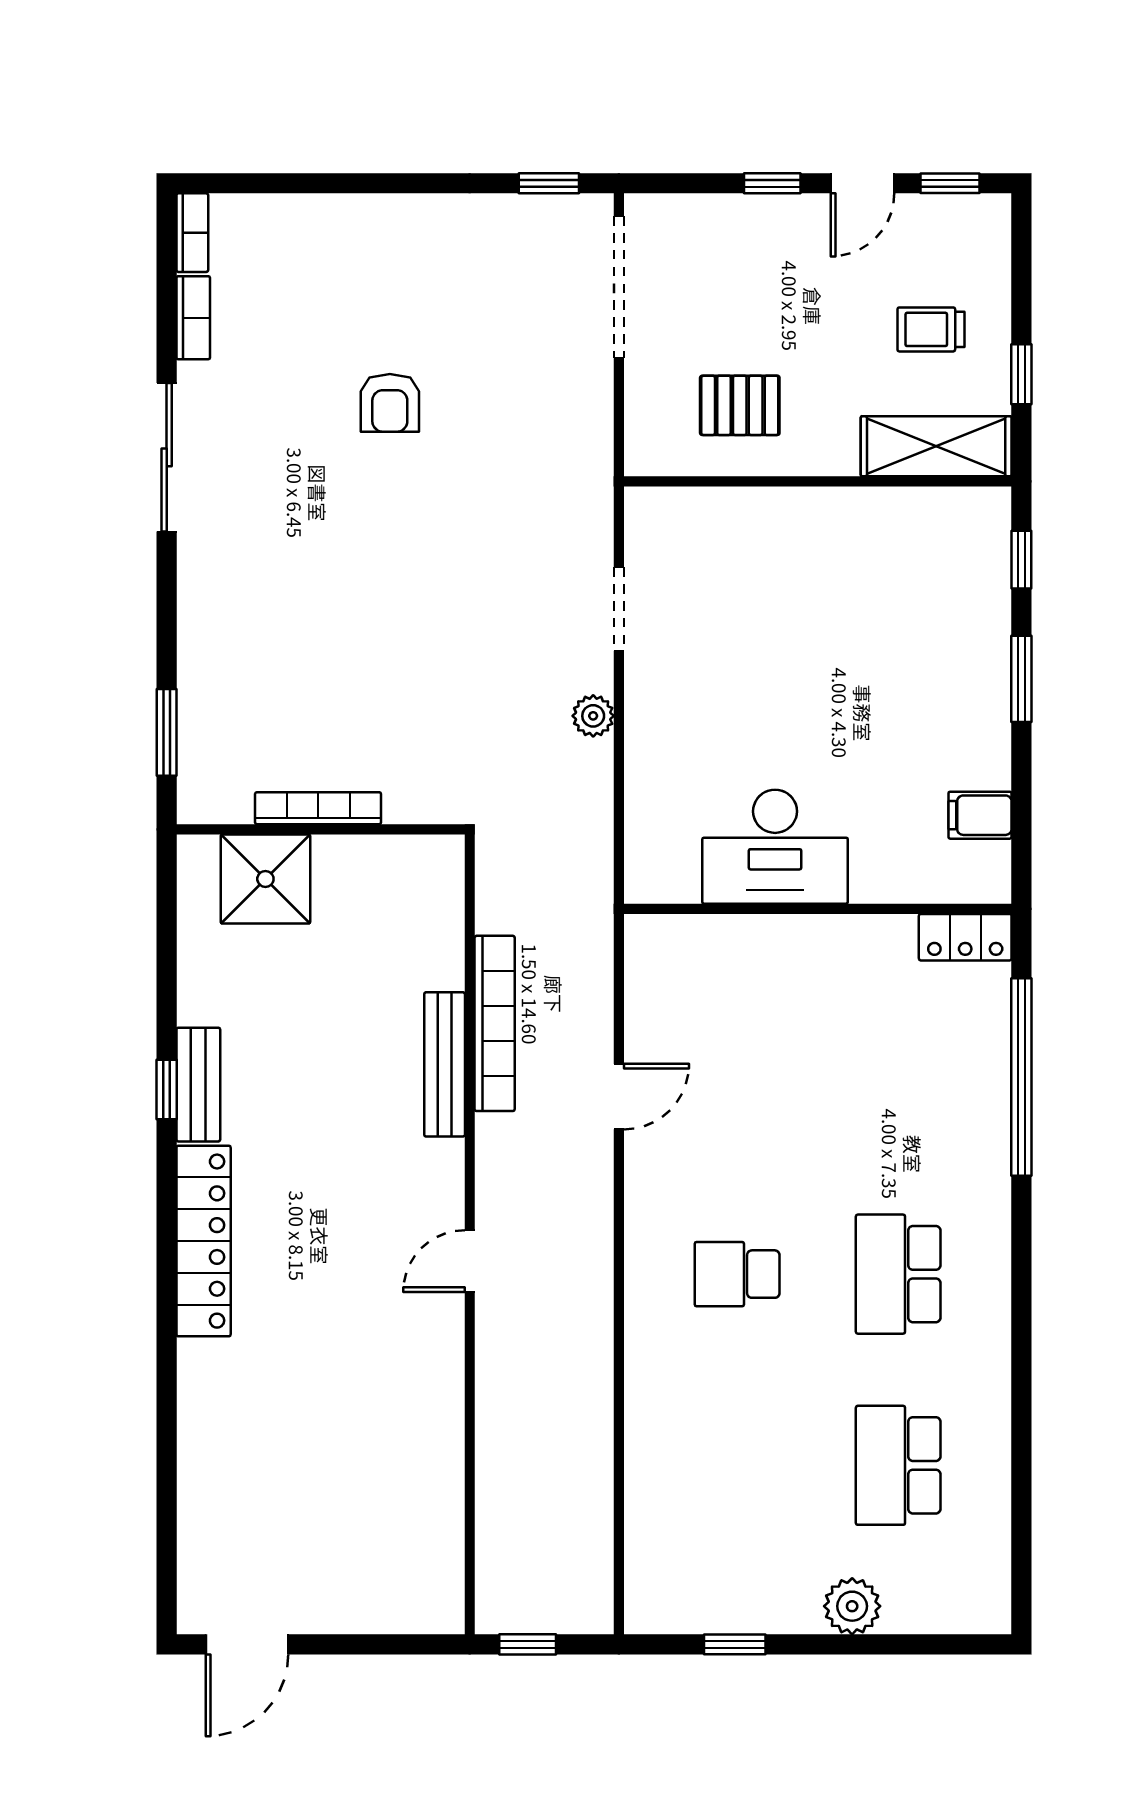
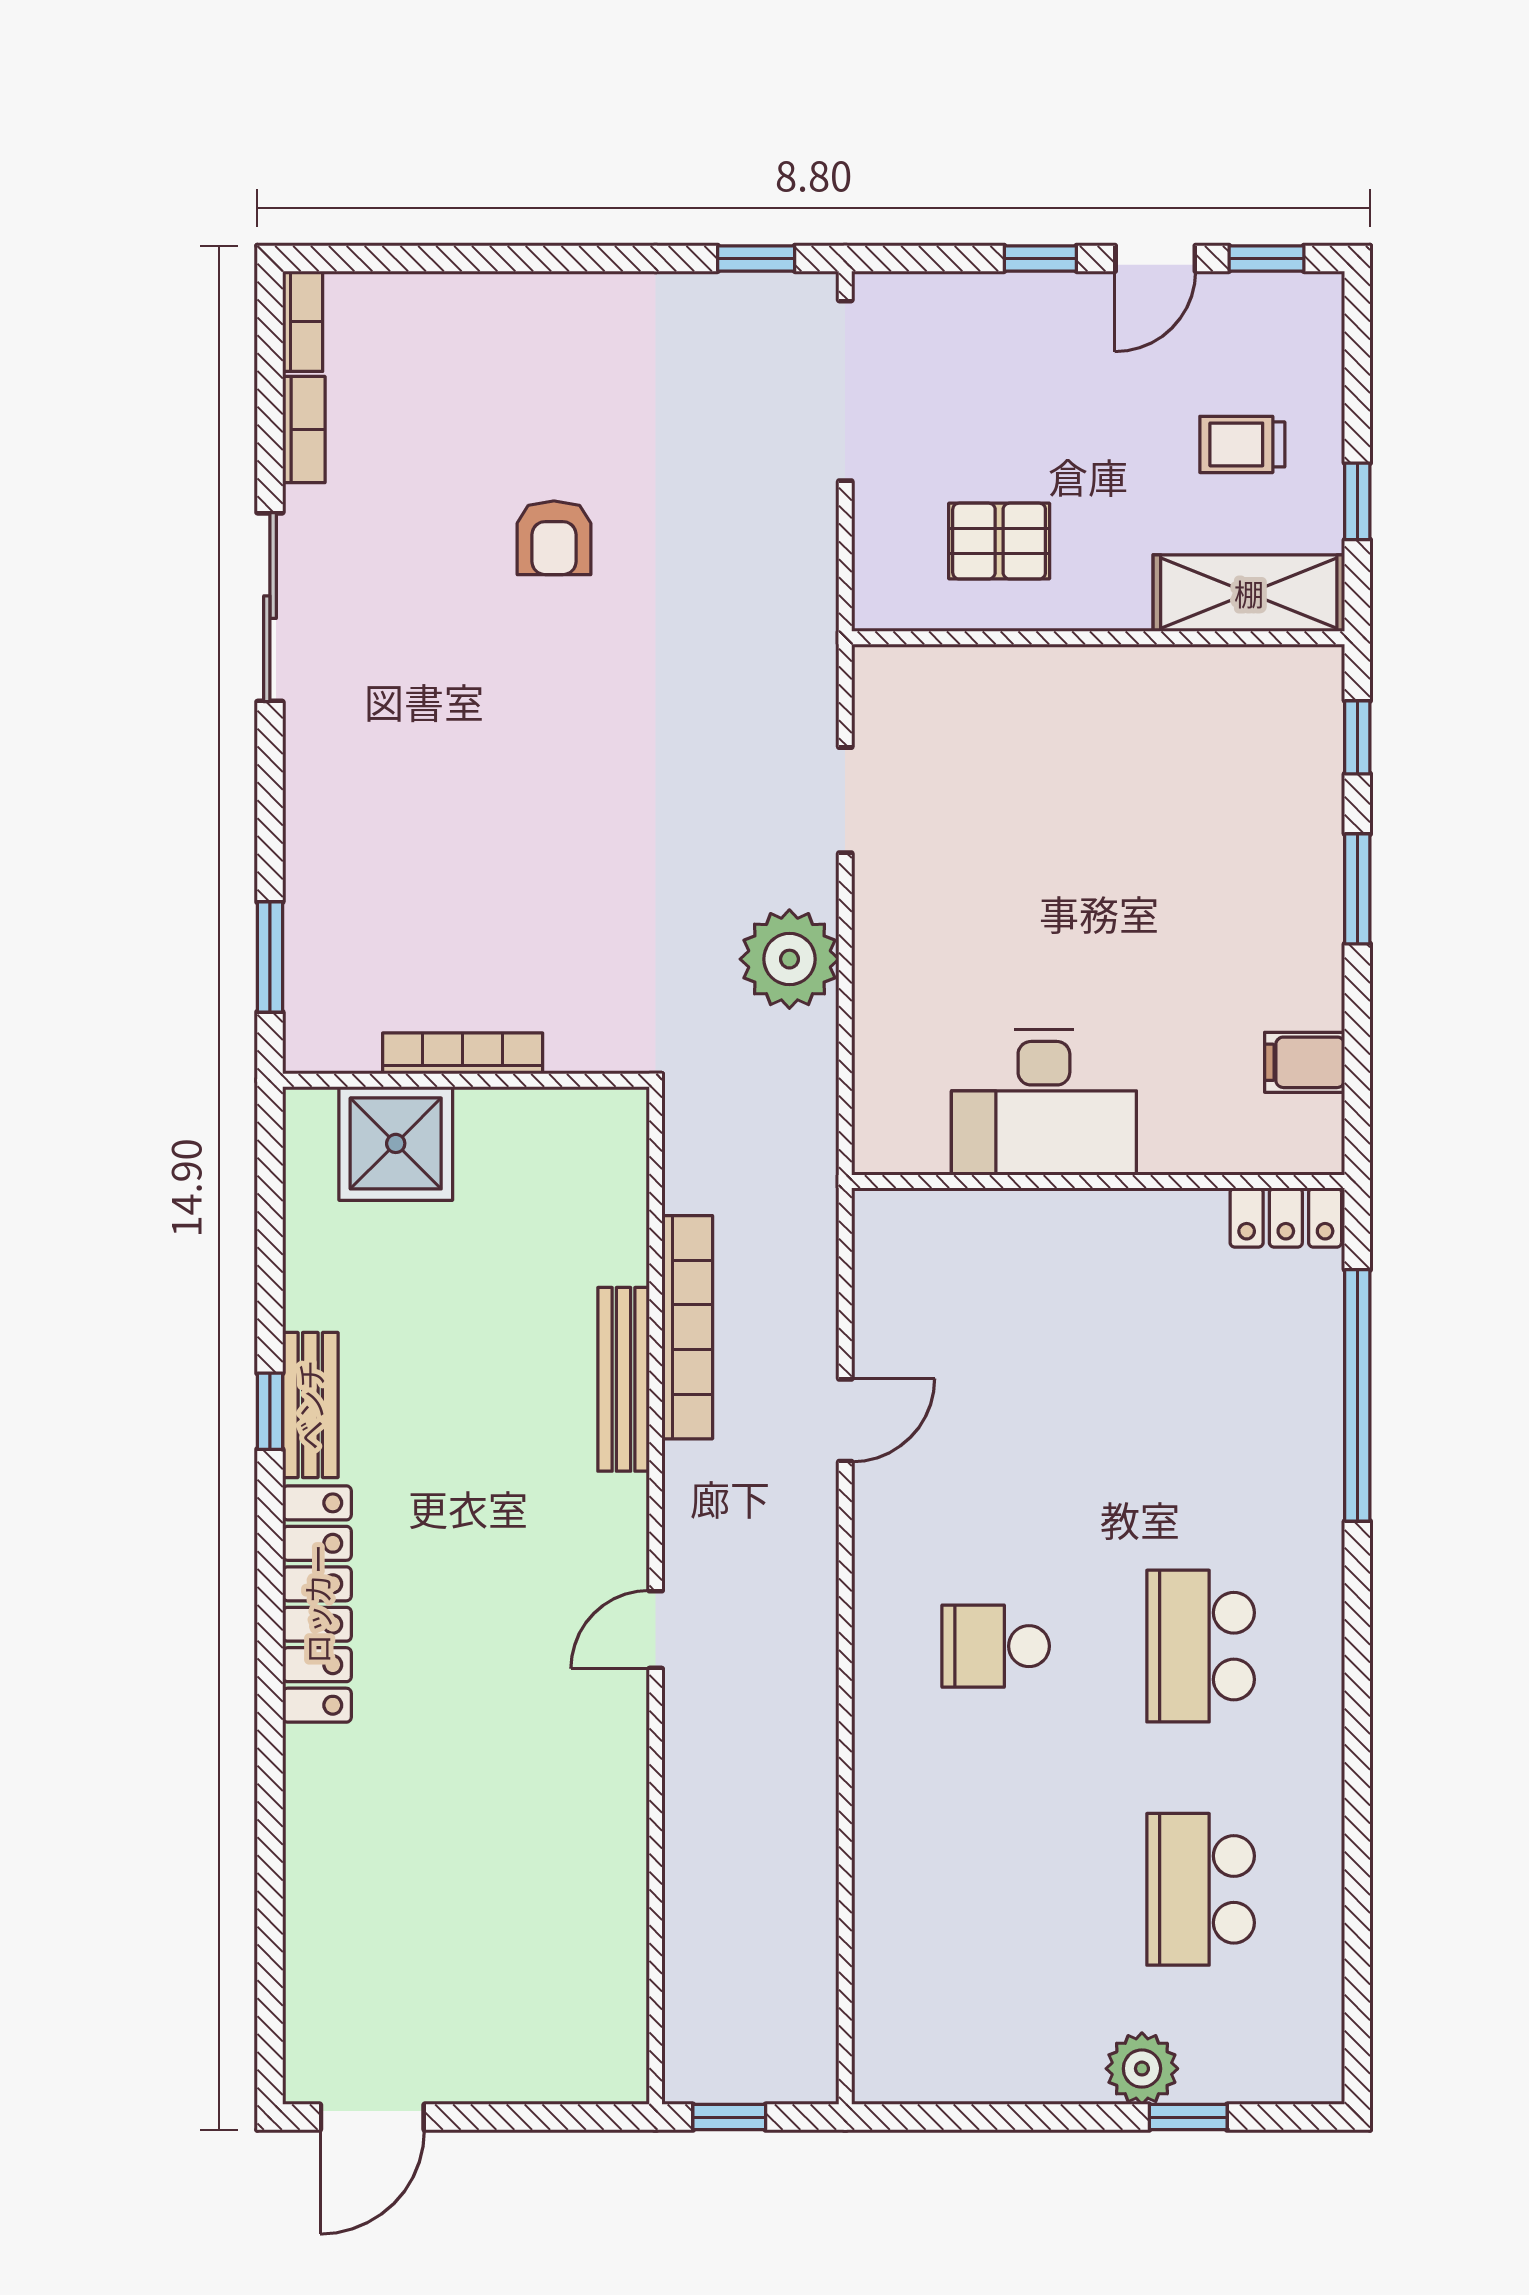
plant: (593, 716) -> (789, 959), width x1.87, depth x1.87
window: (735, 1644) -> (1188, 2117), moved

